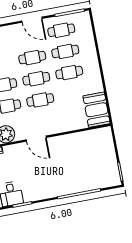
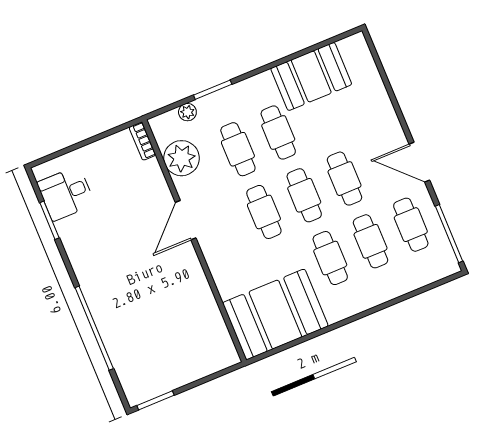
door: (32, 20) -> (419, 162), hinge flipped
booth: (97, 110) -> (275, 314), width x1.36, depth x1.42

